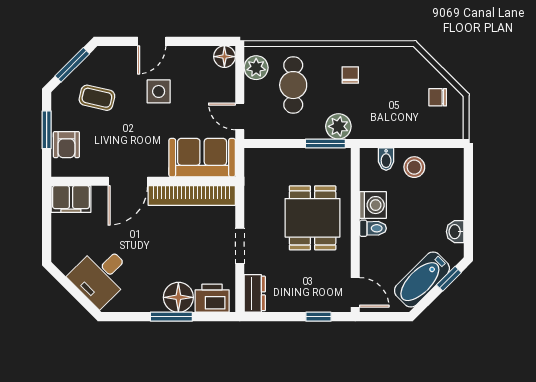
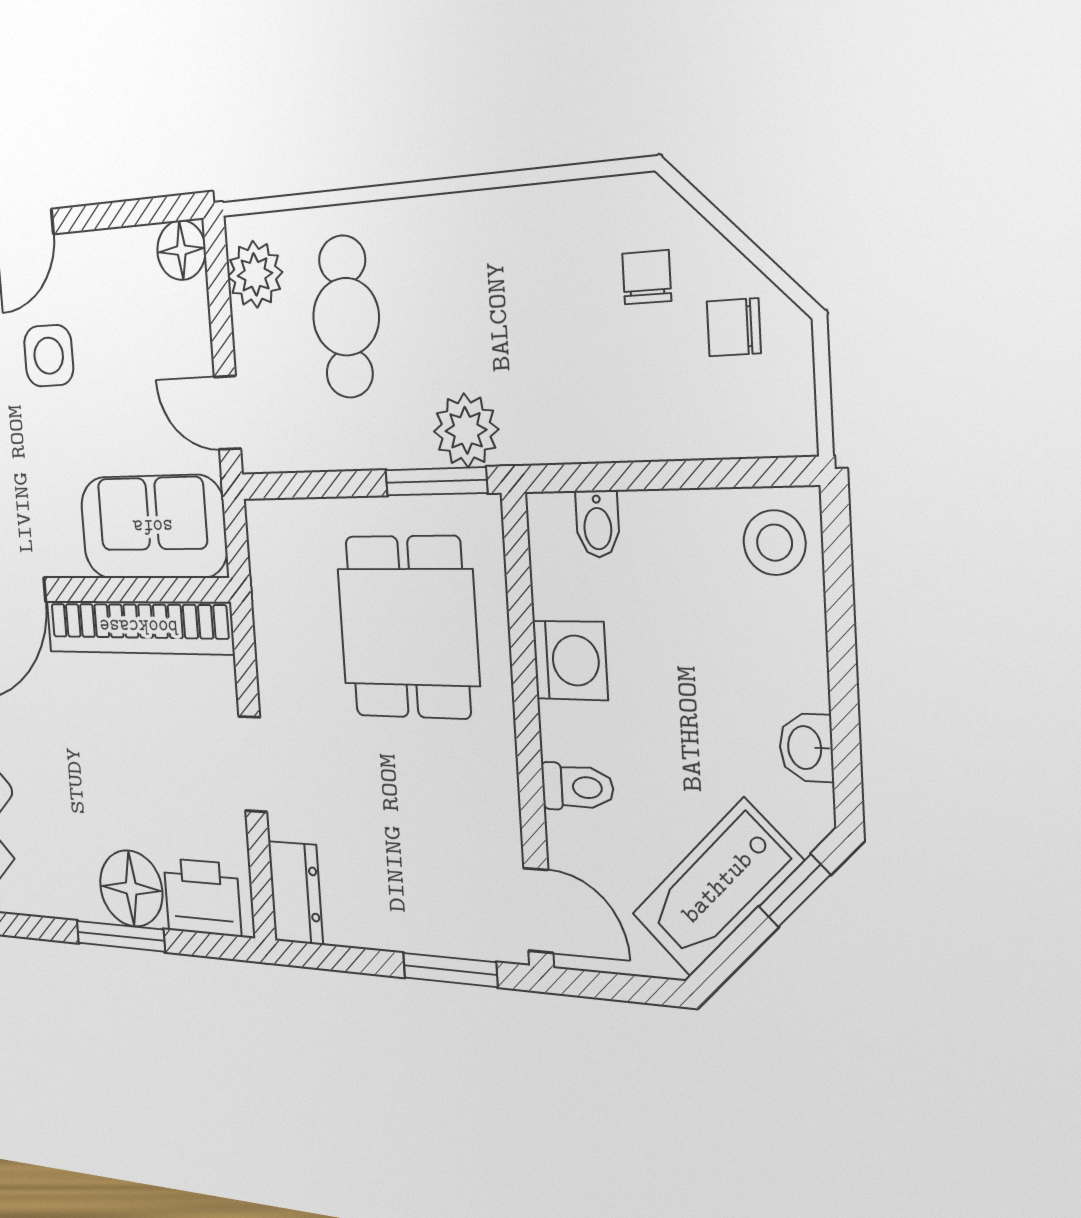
chair: (350, 75) -> (647, 277), moved
stool: (414, 167) -> (775, 543), moved
dining table: (313, 218) -> (408, 627), moved
toilet: (373, 228) -> (577, 787), moved
window: (318, 317) -> (450, 970), width x1.50

